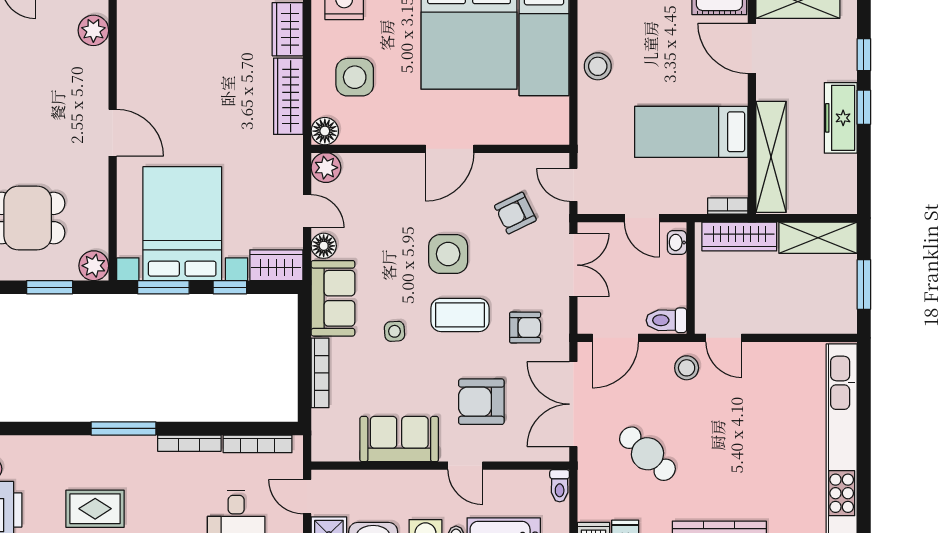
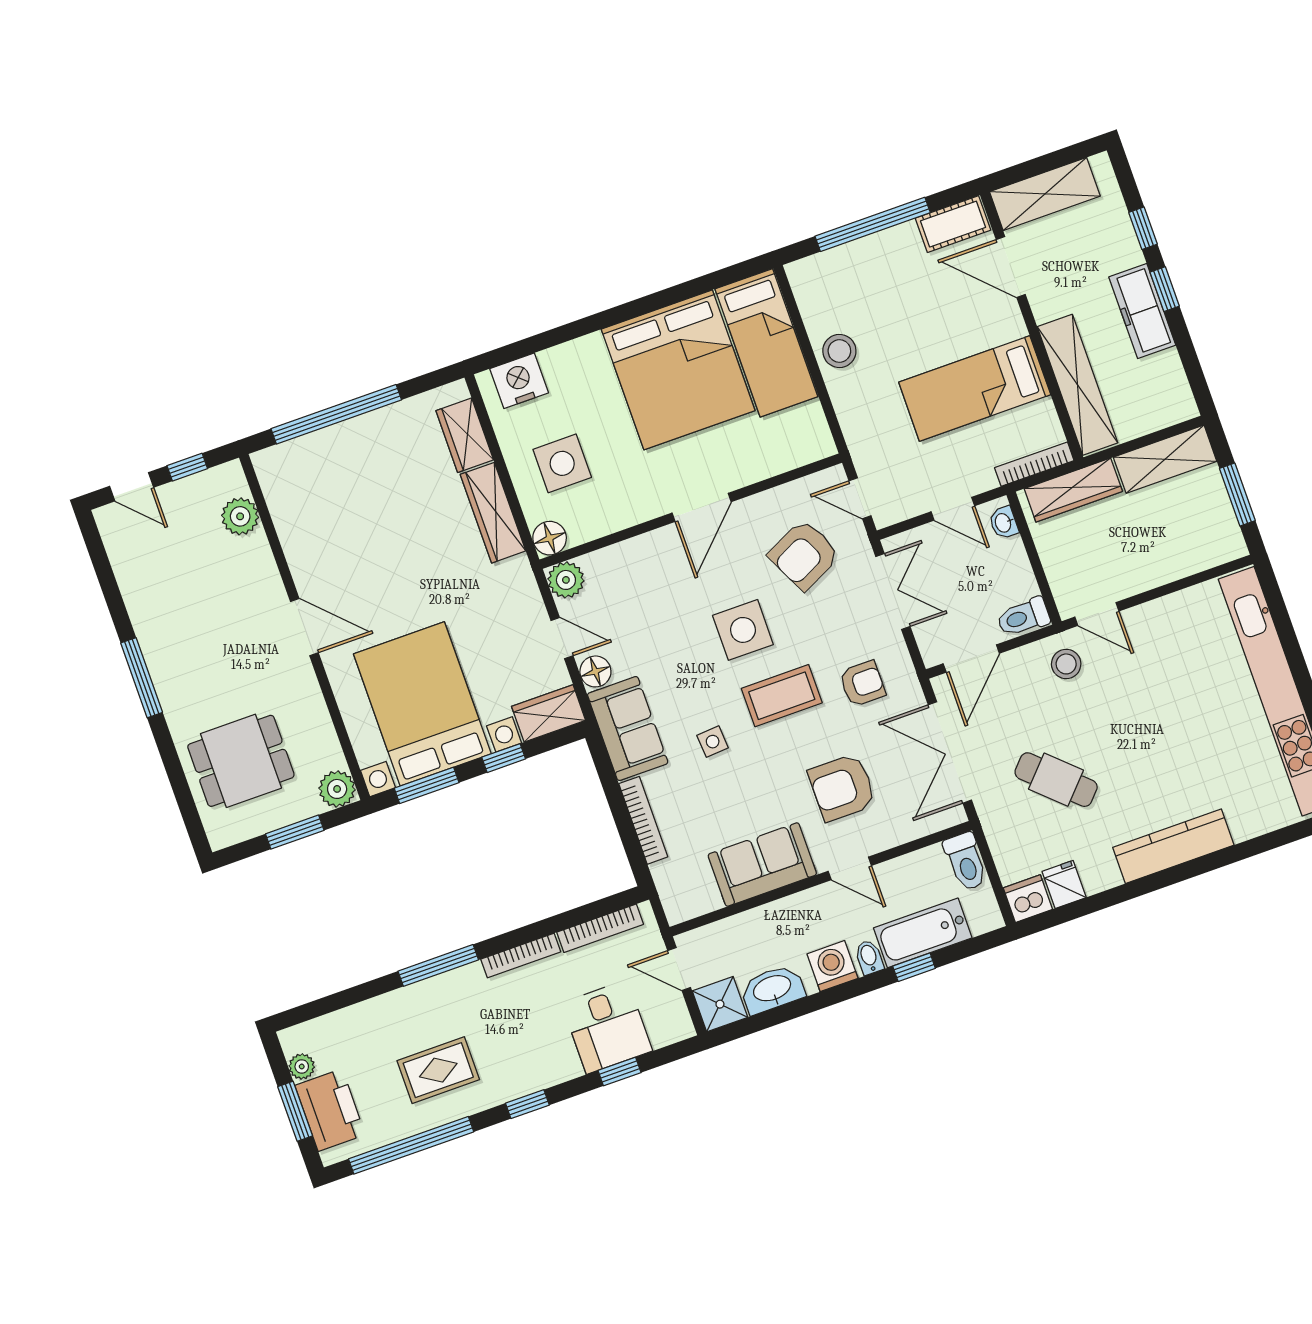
bookcase: (728, 206) -> (1034, 464), width x1.56
armchair: (515, 213) -> (804, 555), width x1.38, depth x1.38
toilet: (560, 486) -> (966, 862), width x1.37, depth x1.39

